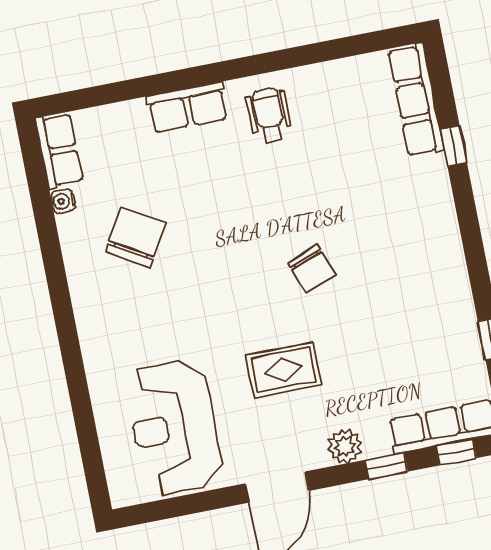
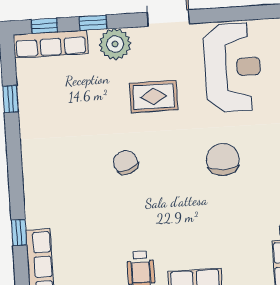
chair: (135, 237) -> (223, 160), moved, turned 150
plant: (345, 446) -> (115, 44), width x1.36, depth x1.36

